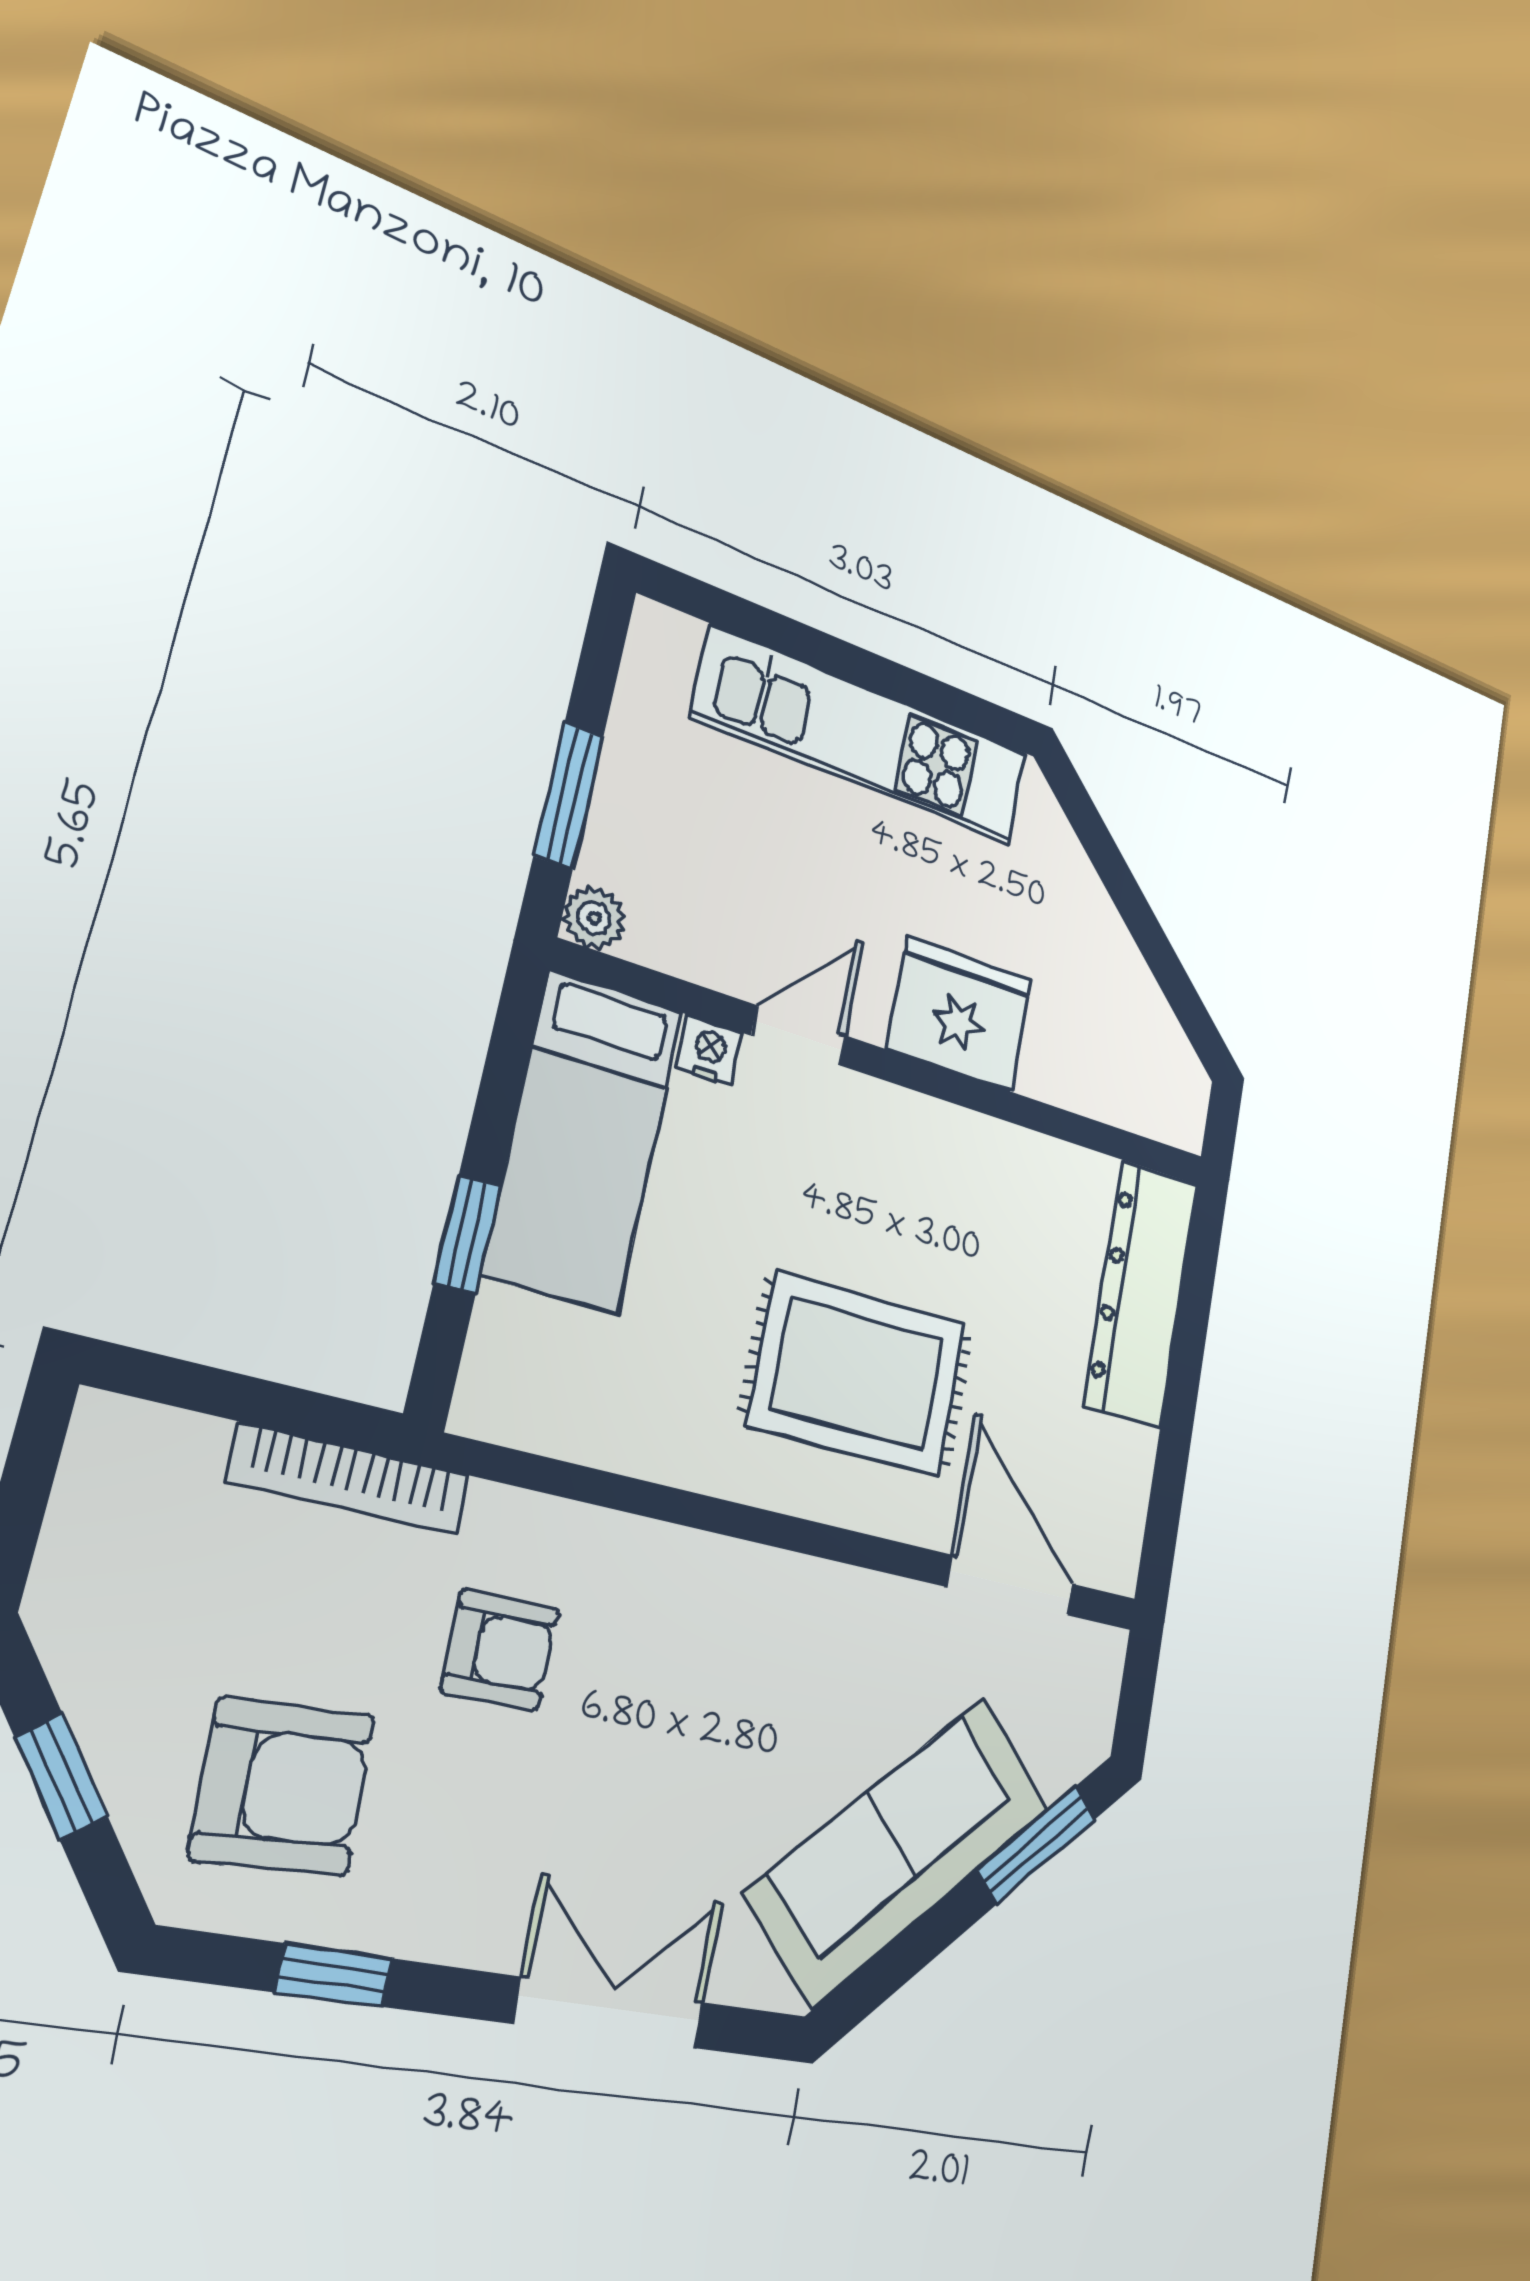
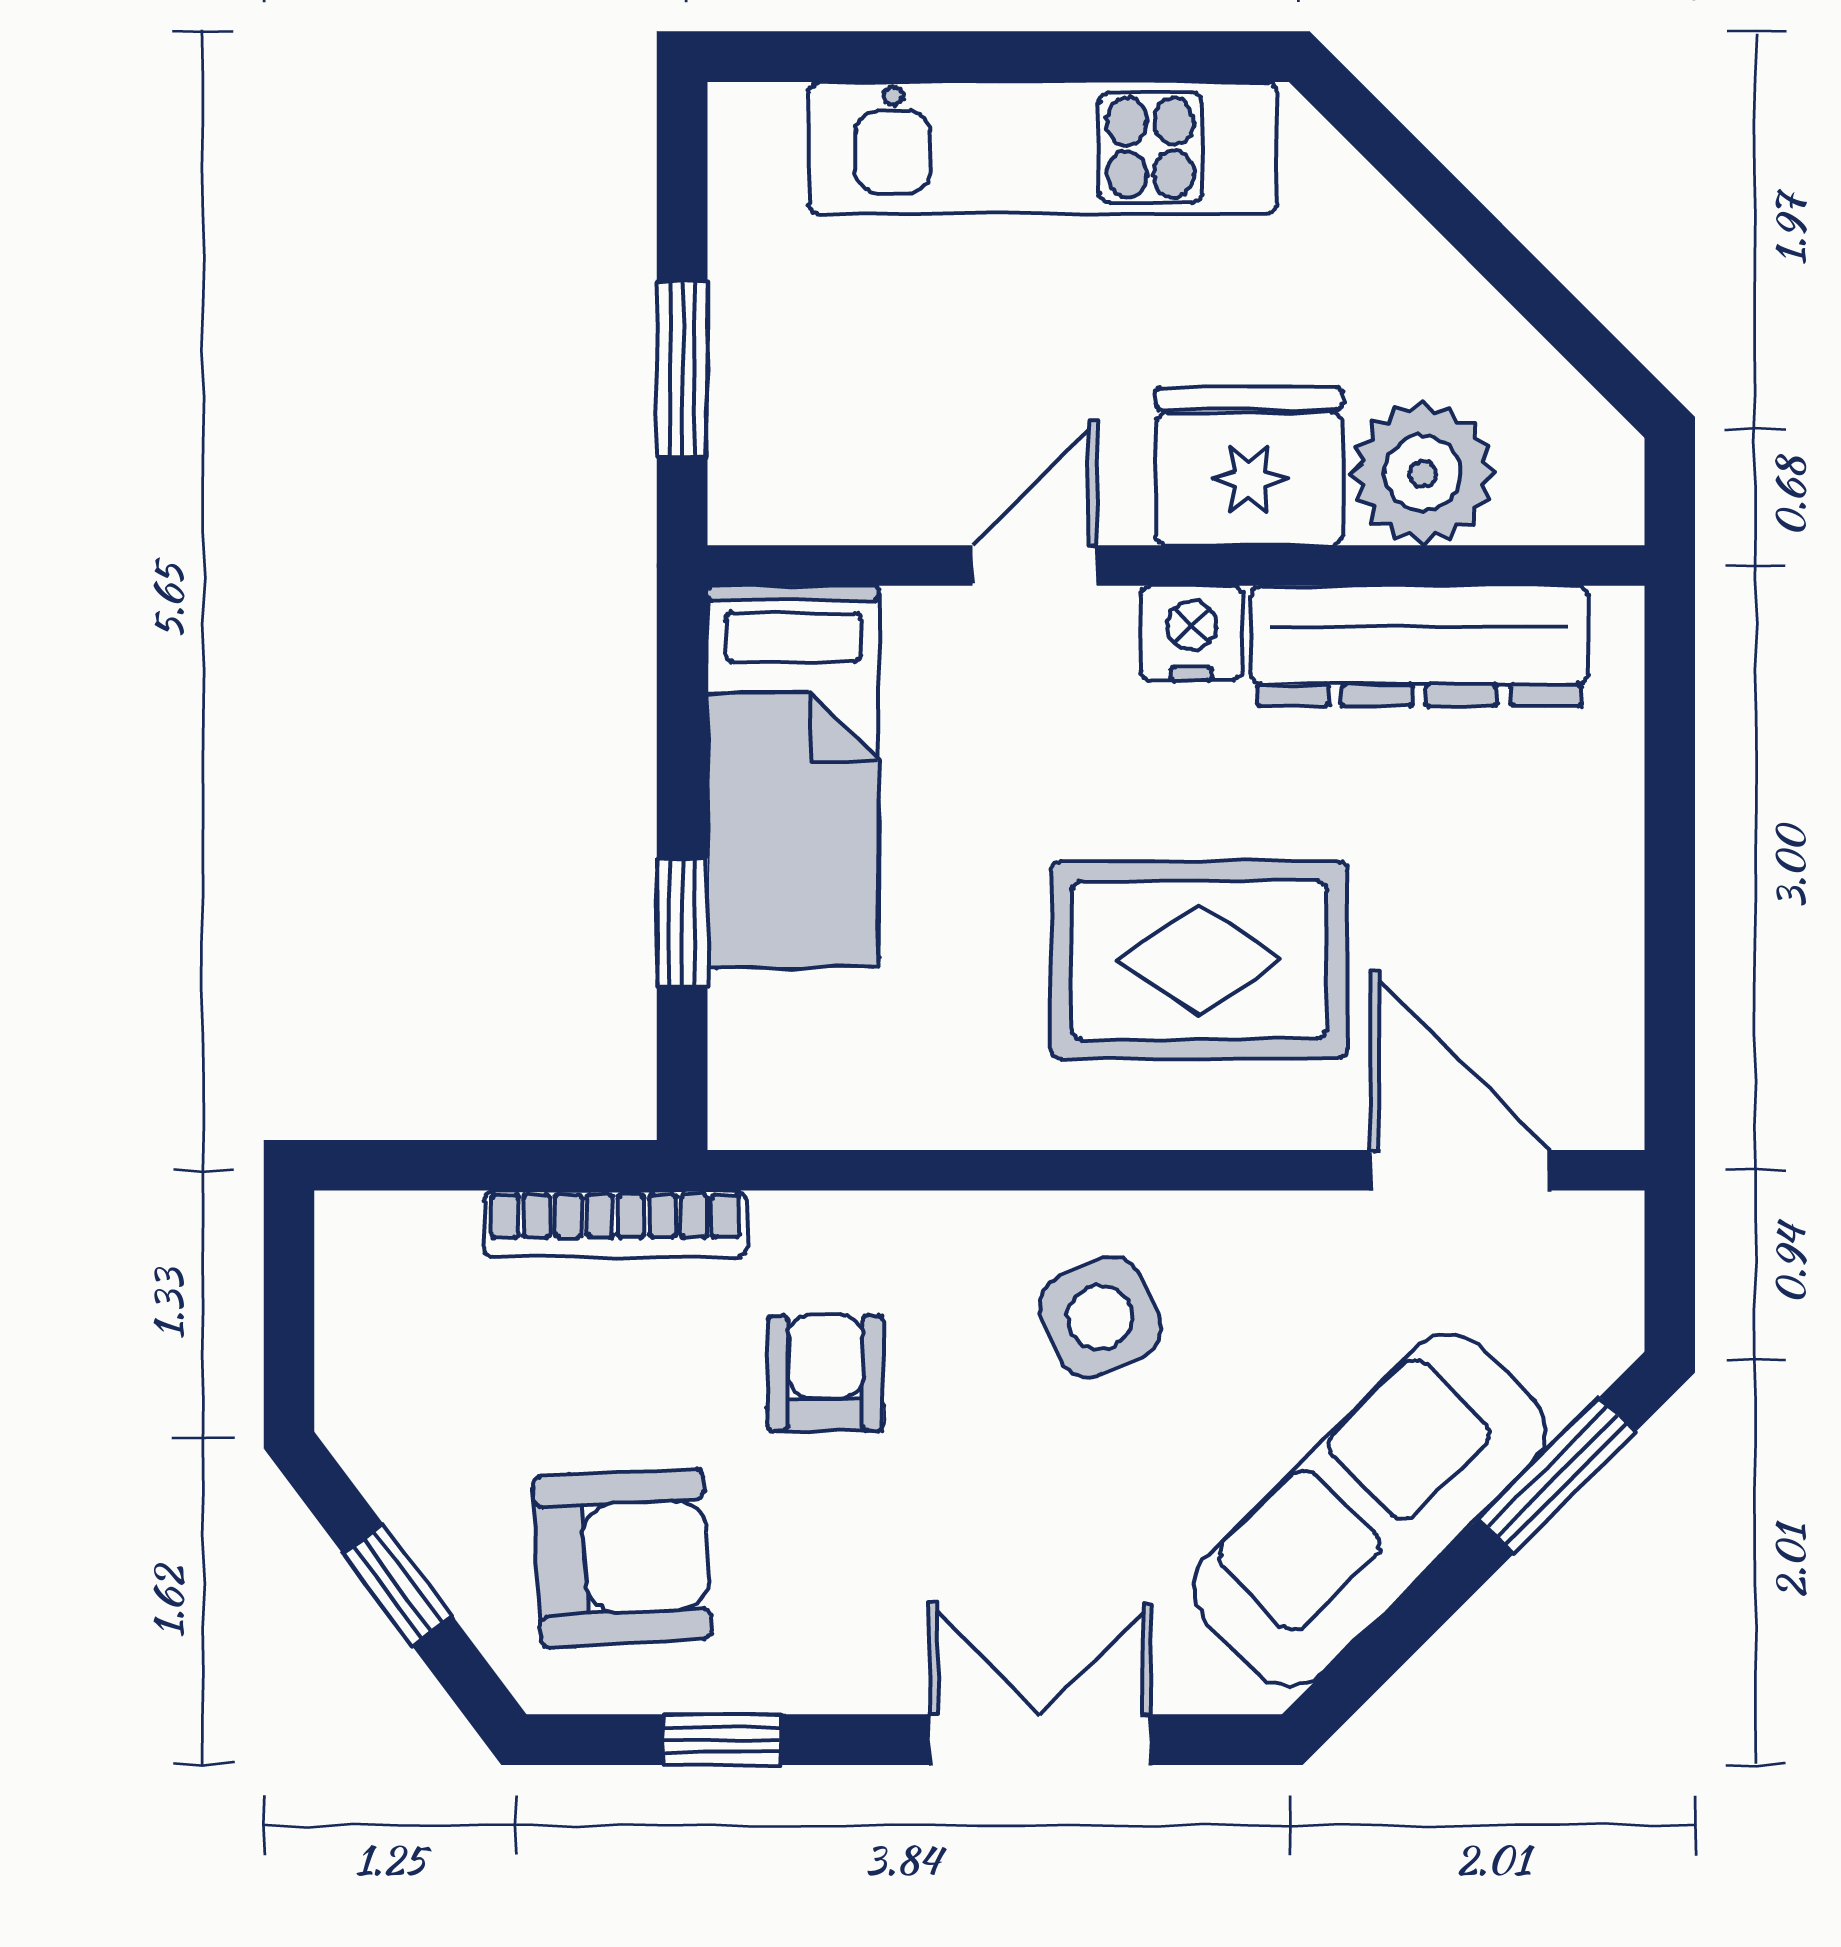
plant: (594, 918) -> (1423, 473), moved, width x1.87, depth x1.87
nightstand: (710, 1050) -> (1191, 633), moved, width x1.39, depth x1.35
dresser: (1141, 1293) -> (1419, 646), moved, turned -90
side table: (730, 1647) -> (1100, 1317), added
armchair: (500, 1650) -> (825, 1373), turned -90

